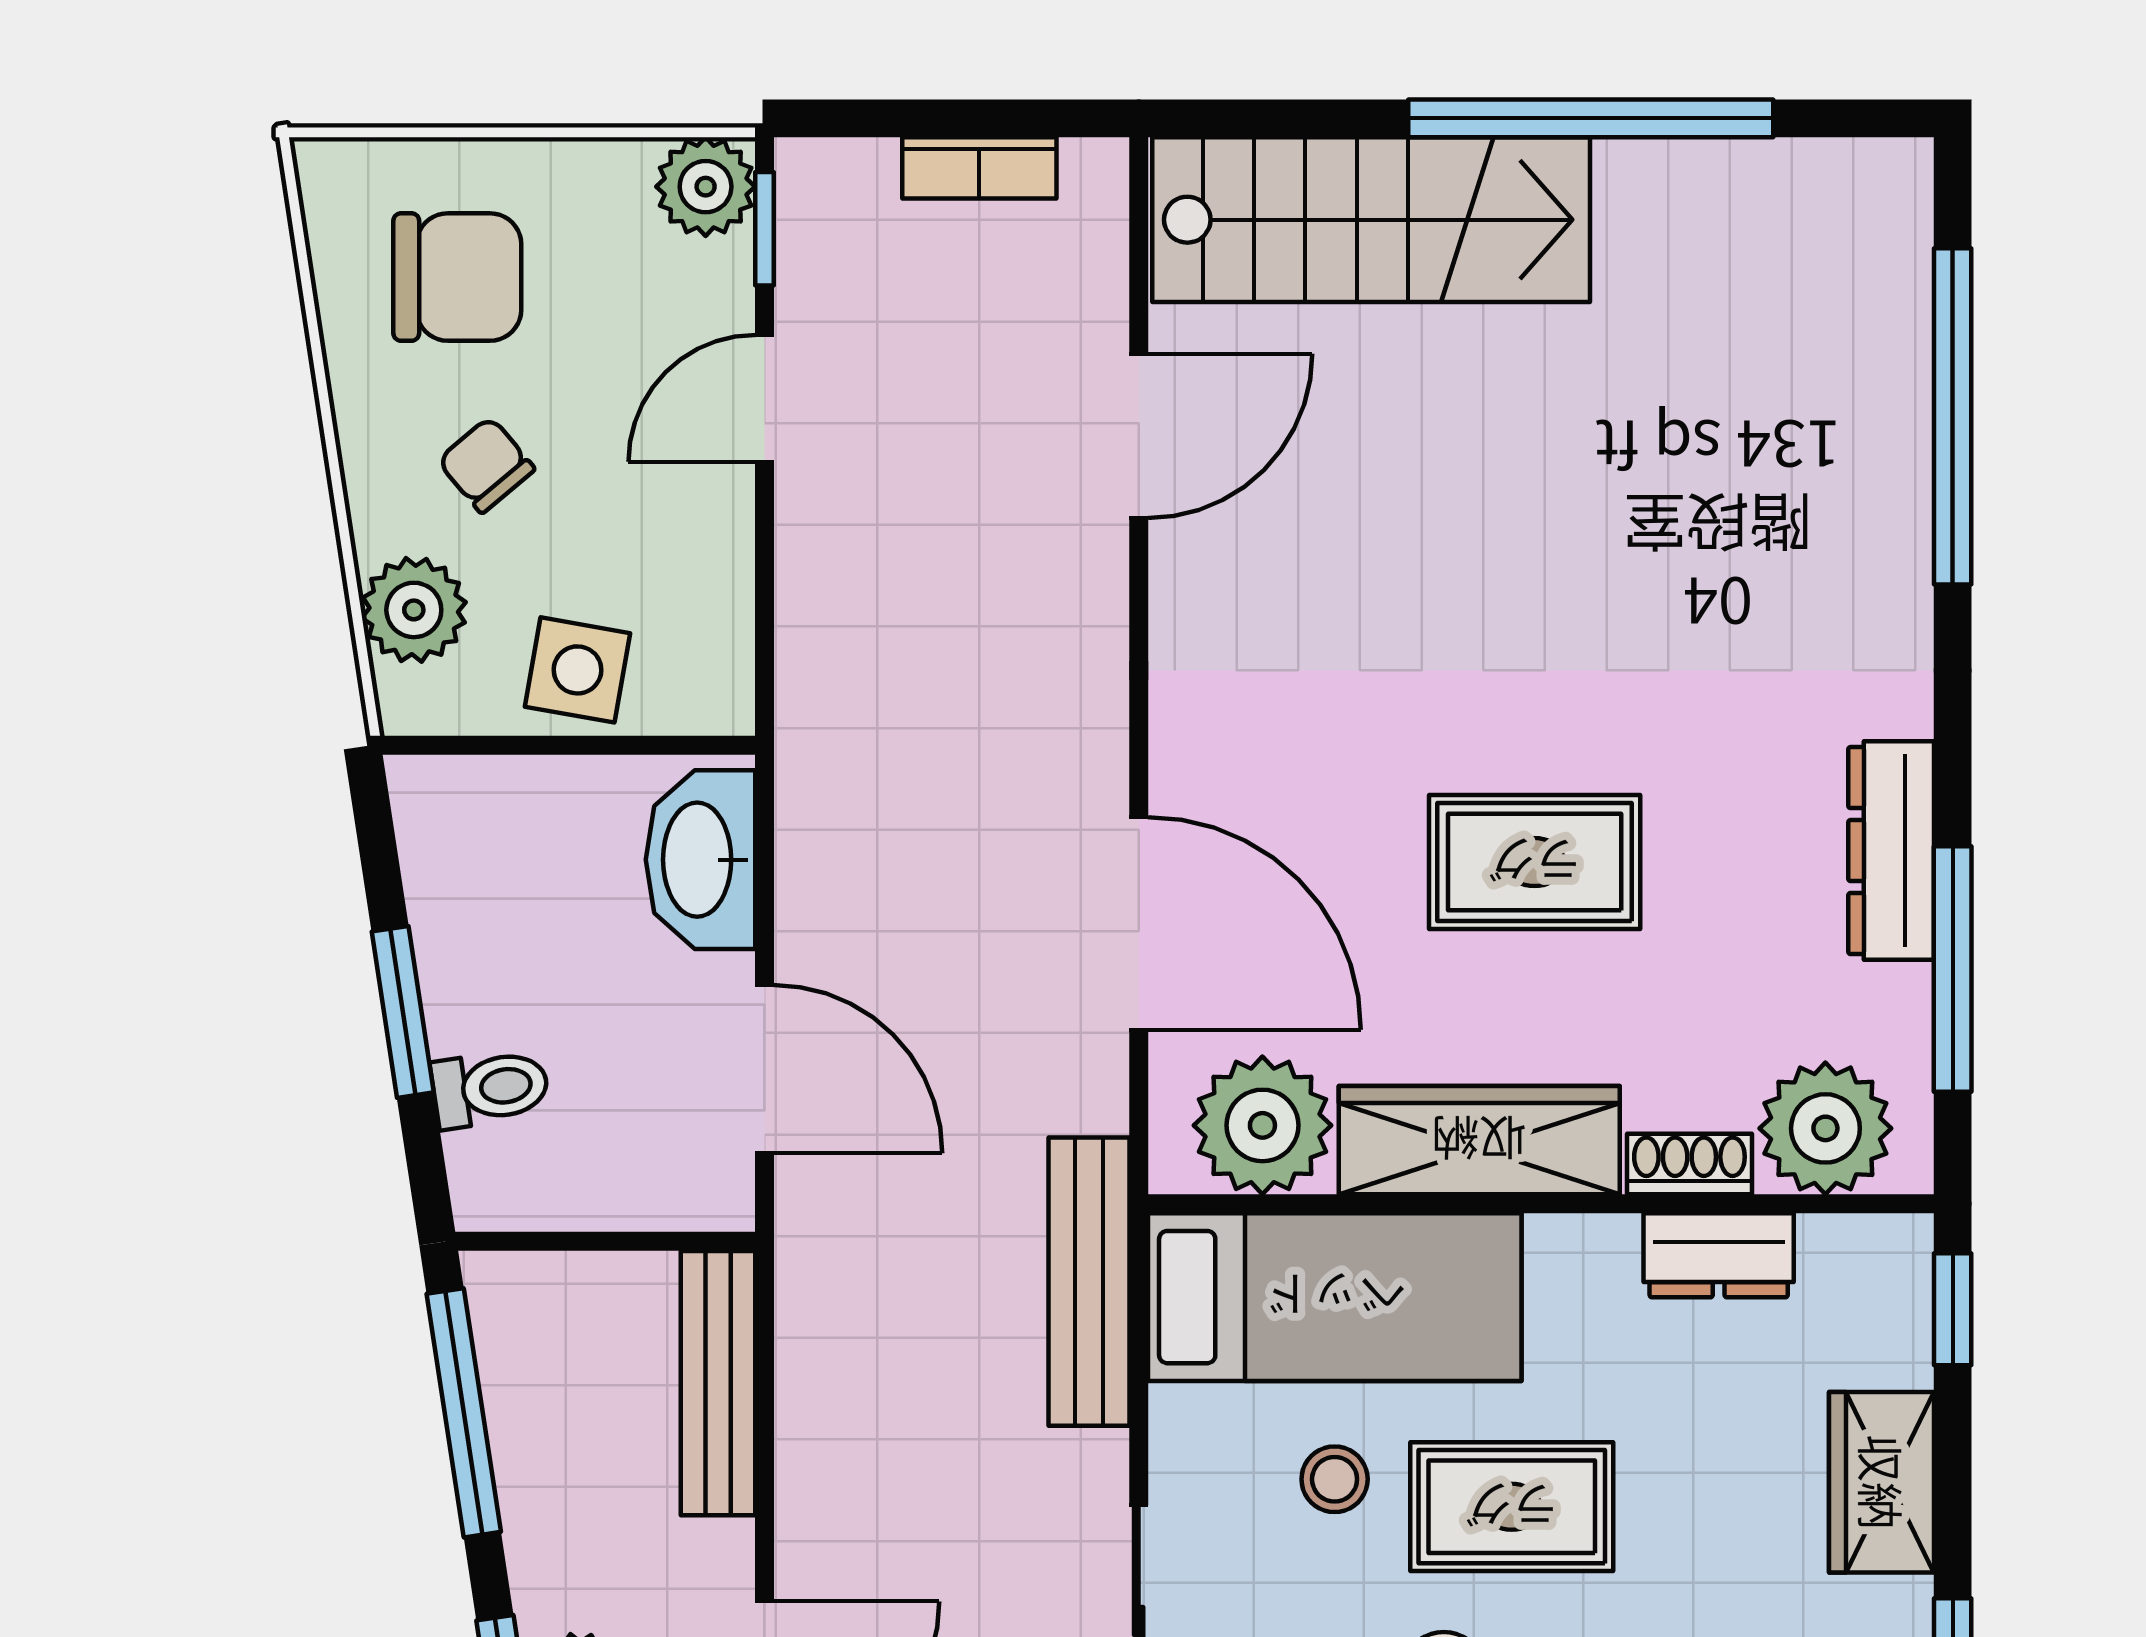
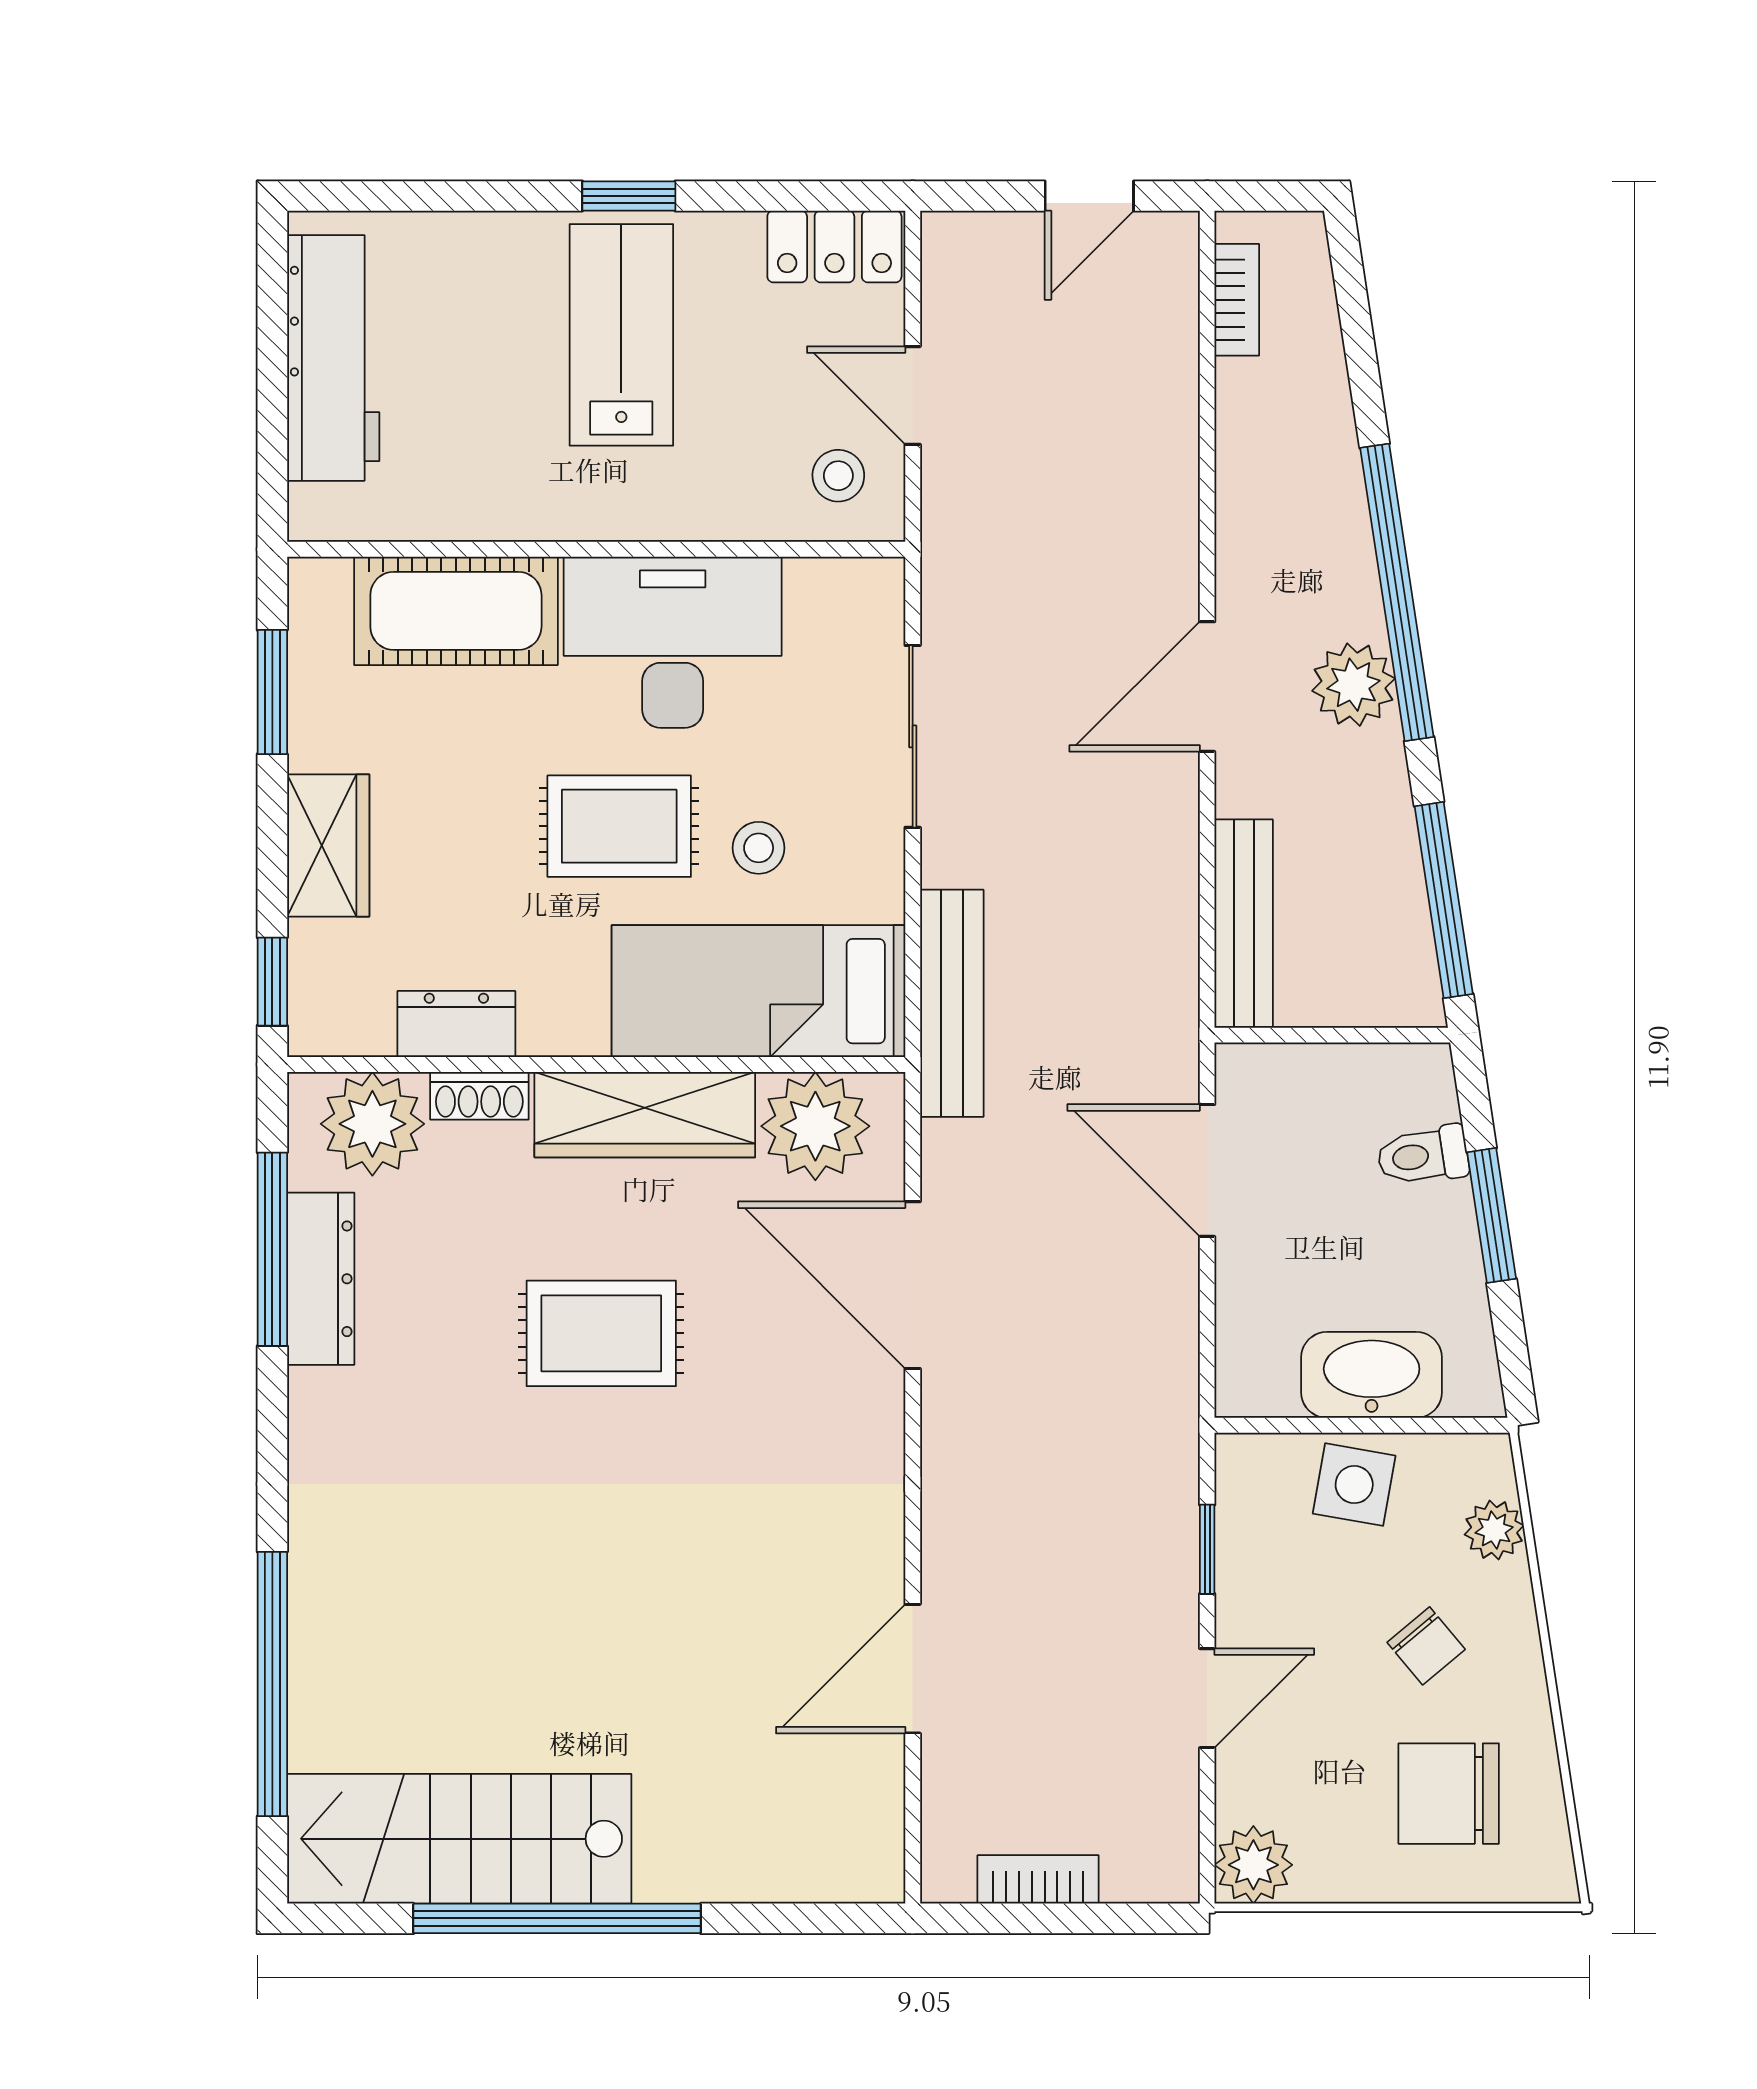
stairs: (1371, 220) -> (459, 1839), moved
window: (764, 229) -> (1207, 1549), moved
plant: (414, 610) -> (1494, 1530), width x0.73, depth x0.73
dresser: (1891, 851) -> (321, 1279), moved
washbasin: (700, 860) -> (1372, 1375), moved, turned -90

